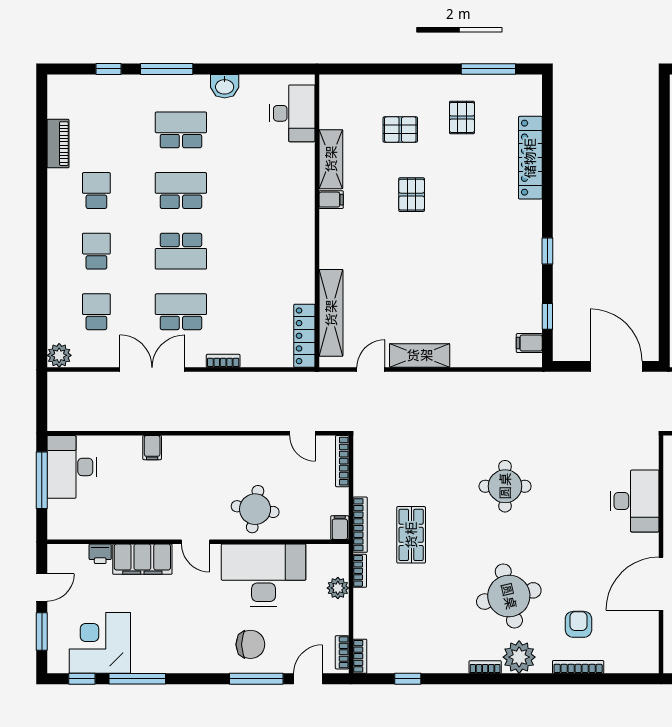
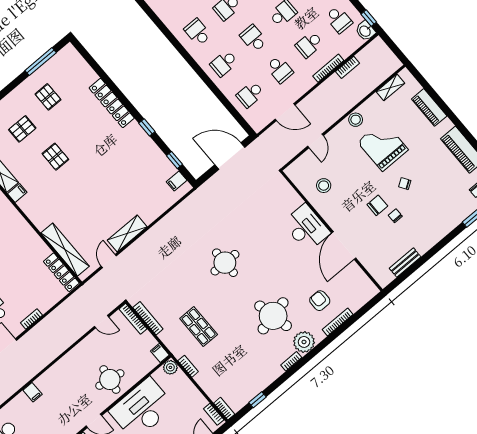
locker: (530, 158) -> (112, 103), moved
desk: (635, 501) -> (306, 228), moved
bookcase: (360, 525) -> (148, 318), moved
plant: (338, 588) -> (170, 367), moved

